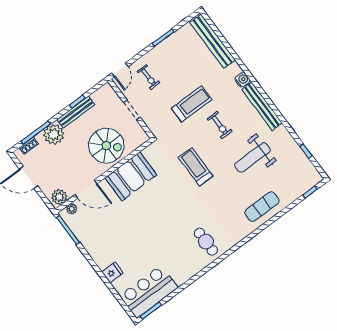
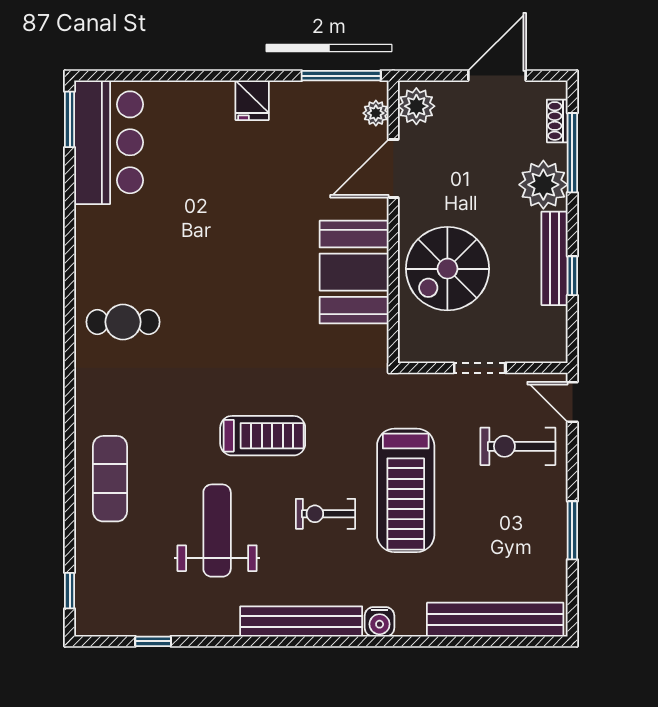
exercise bike: (148, 77) -> (518, 446), width x1.38, depth x1.39
treadmill: (192, 104) -> (406, 490), width x1.37, depth x1.38
treadmill: (196, 167) -> (263, 436), moved
fridge: (112, 273) -> (252, 100), moved

